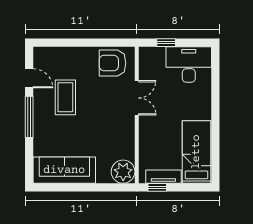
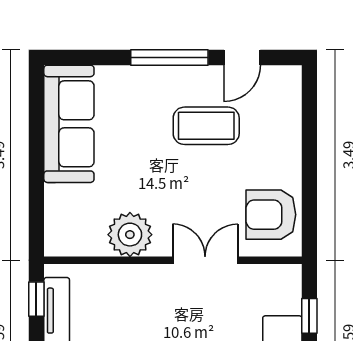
armchair: (112, 63) -> (271, 215), turned -90
double door: (137, 98) -> (205, 260), swing flipped
plant: (123, 172) -> (130, 235), moved

